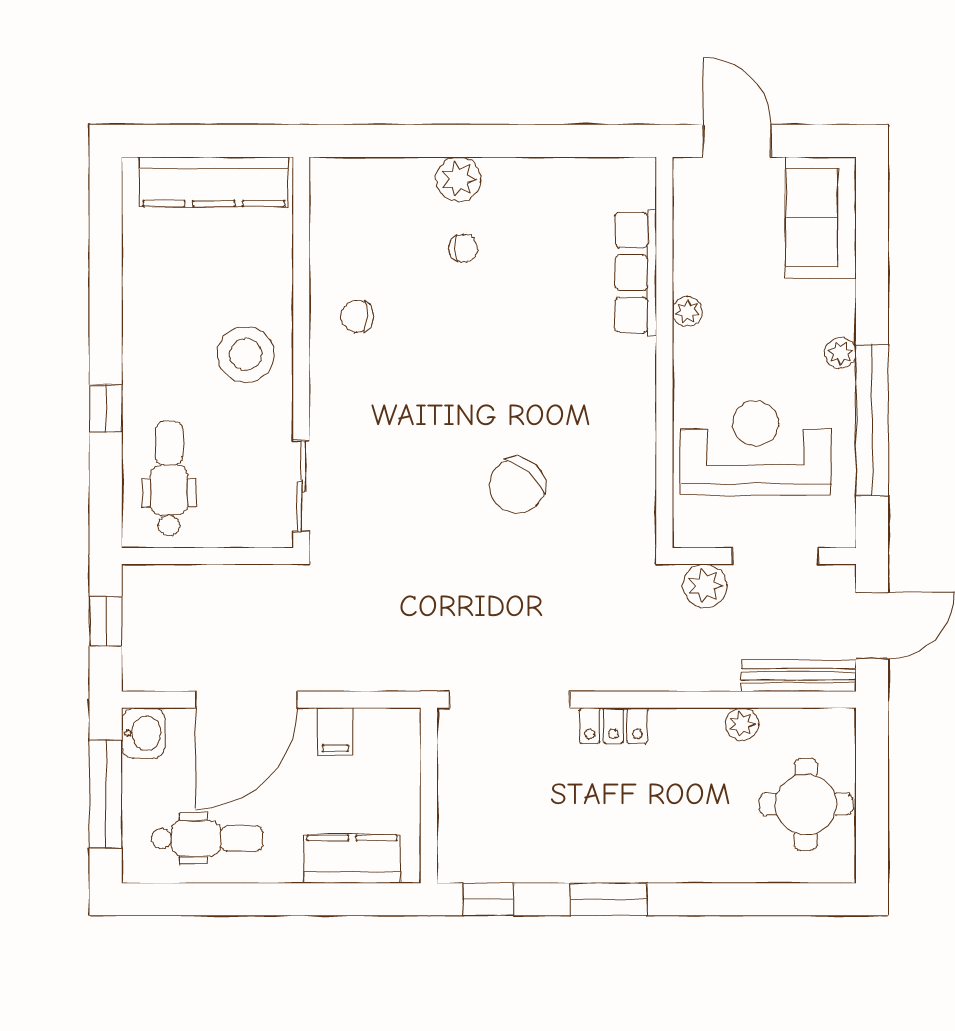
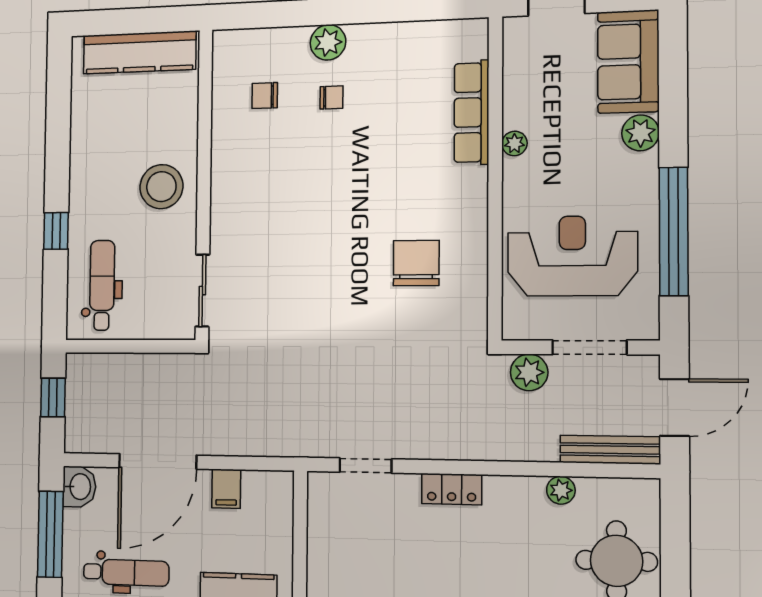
chair: (357, 316) -> (265, 96), moved
plant: (840, 353) -> (640, 133), moved, width x1.38, depth x1.38
chair: (517, 486) -> (416, 263), moved, turned 141
doorway: (509, 700) -> (366, 466), width x0.53

